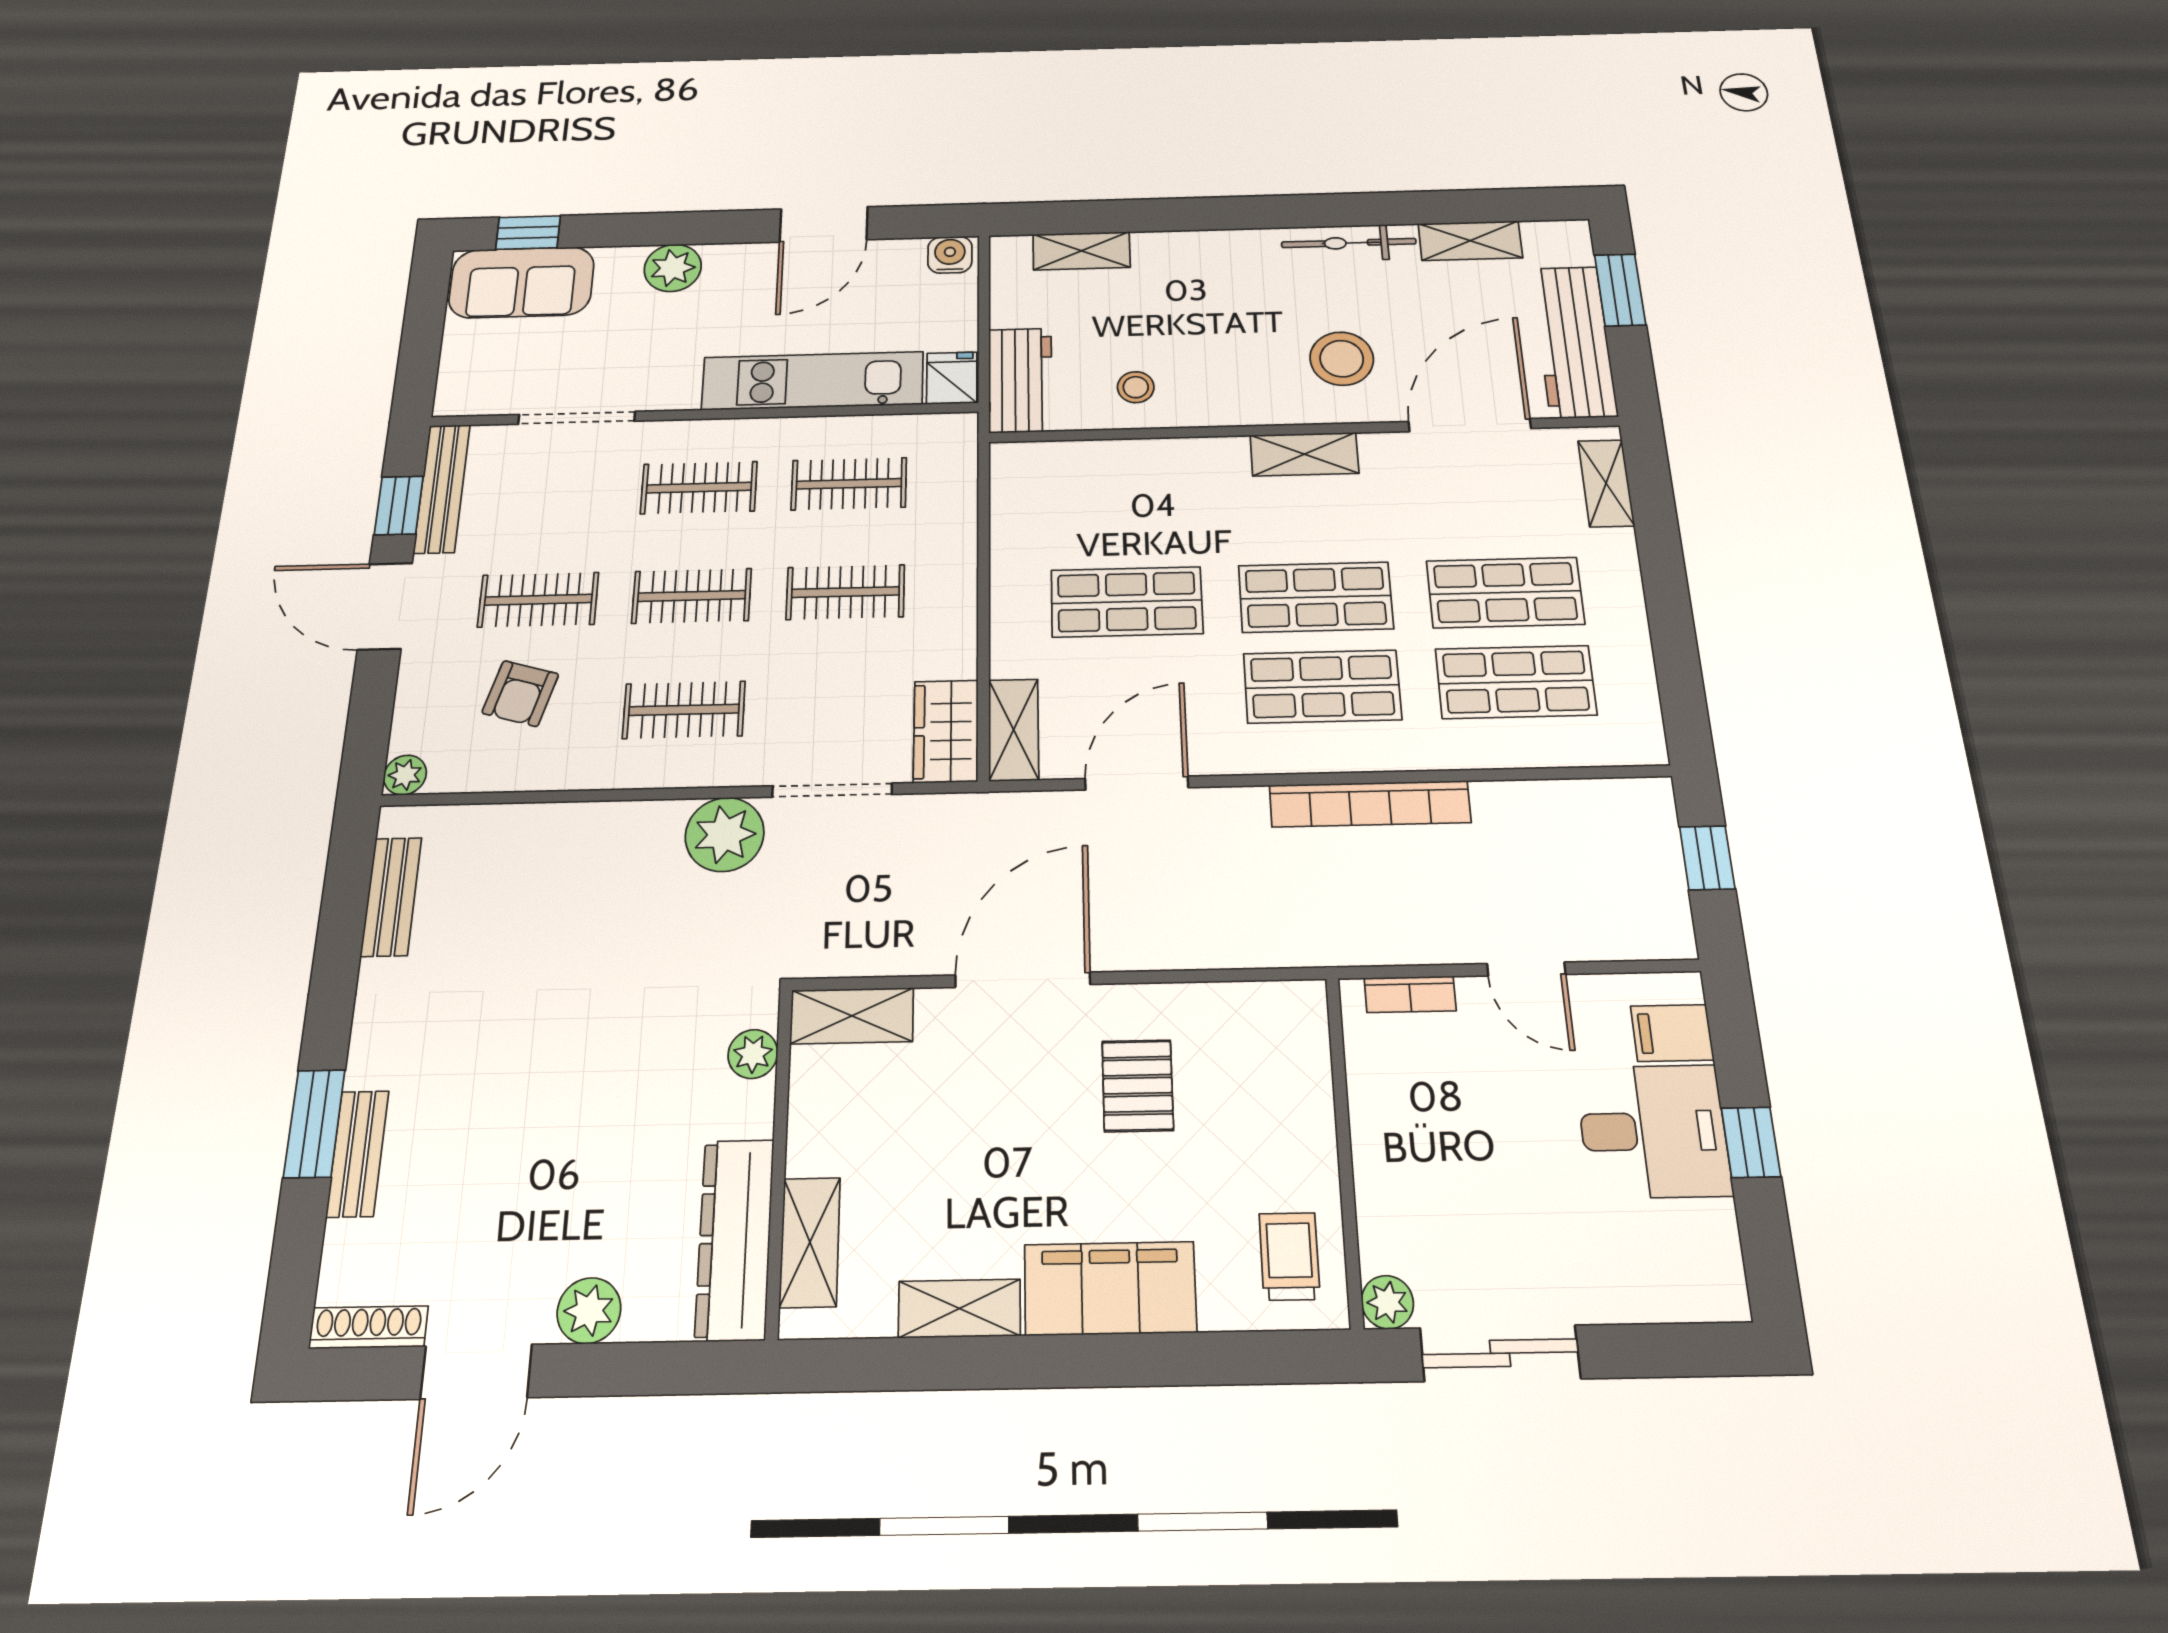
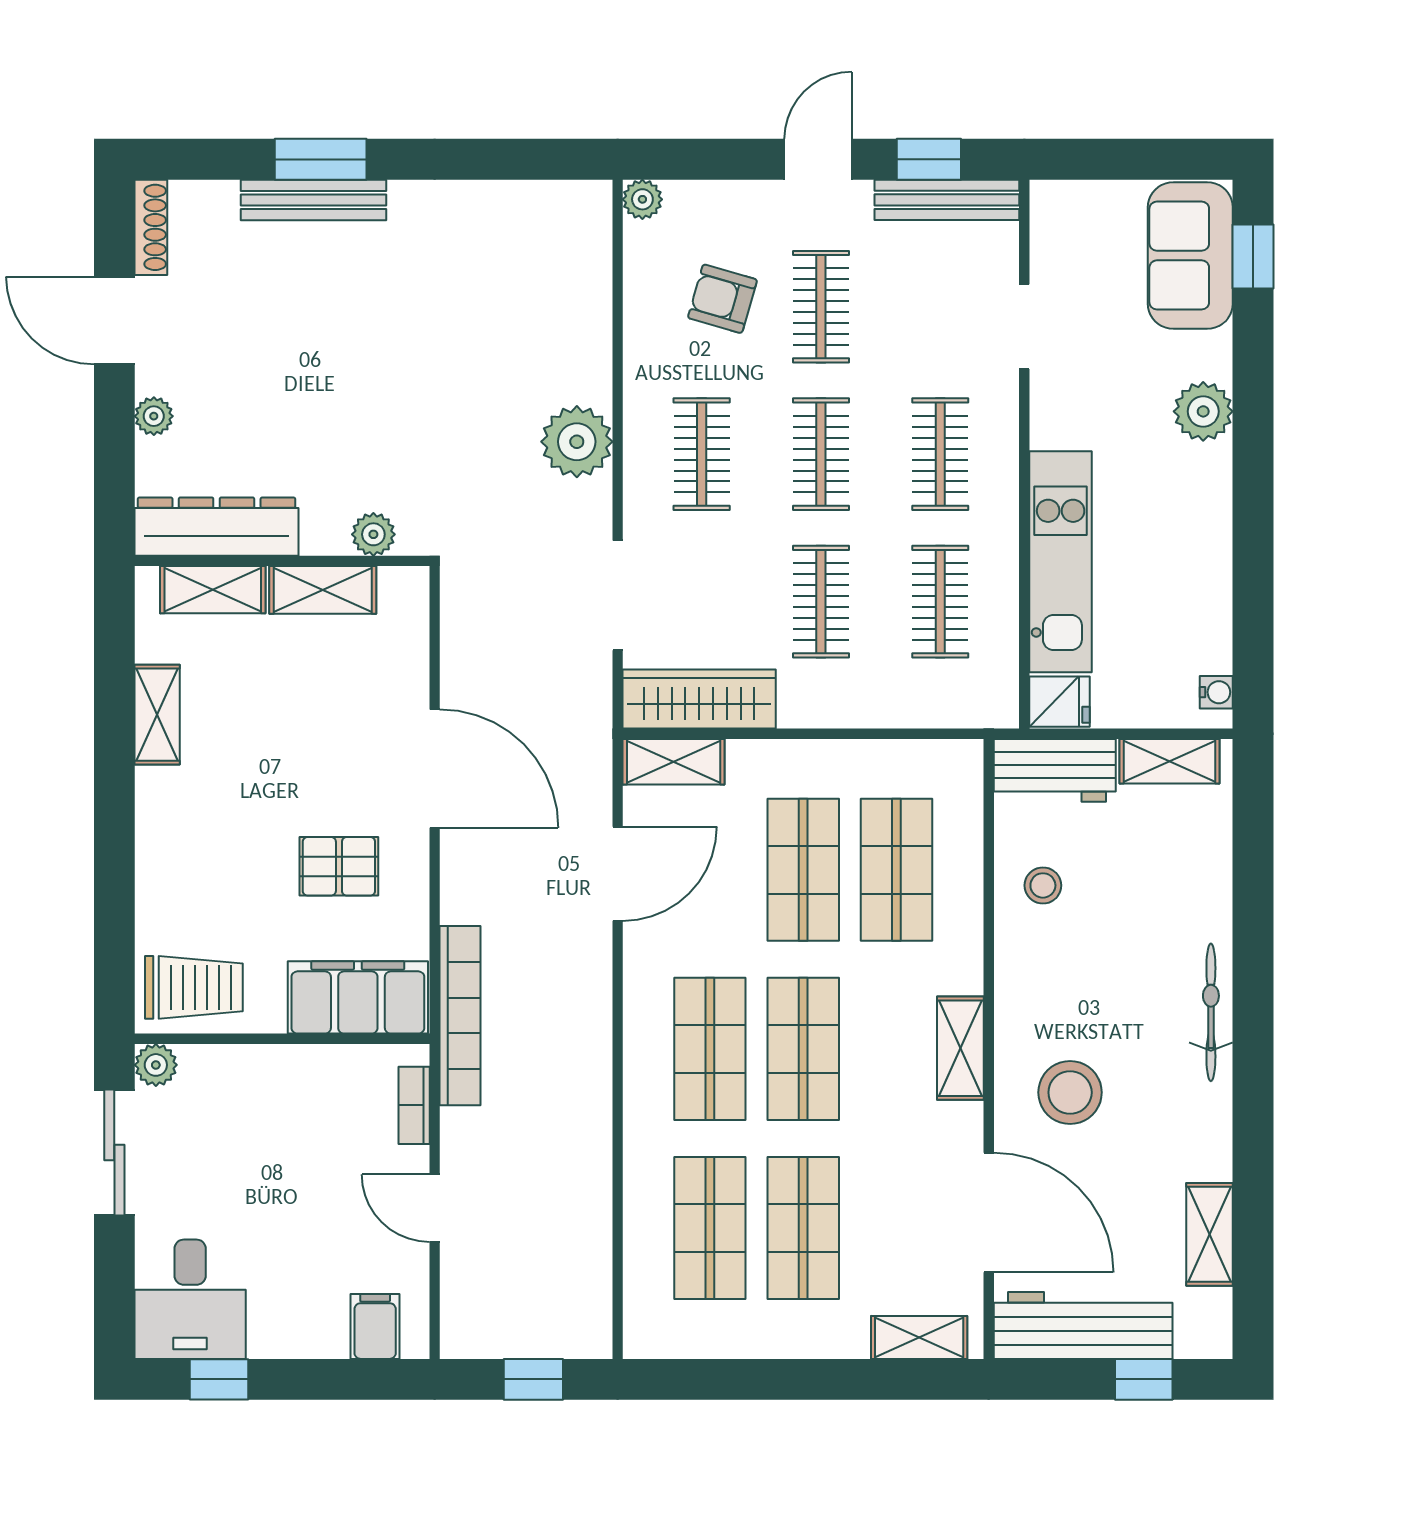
door: (824, 224) -> (1253, 566), removed
bicycle: (1349, 243) -> (1211, 1012), moved
shelving: (1081, 251) -> (1170, 761), moved, turned 90
water cooler: (950, 255) -> (1216, 692), width x0.72, depth x0.72
window: (1620, 290) -> (1144, 1379), width x0.67
doorway: (577, 418) -> (1024, 327), width x0.73
shop shelf: (1124, 516) -> (896, 870), added
door: (385, 606) -> (818, 159), width x0.73
wardrobe: (946, 731) -> (699, 699), width x1.50
door: (1137, 783) -> (618, 874), hinge flipped
bookcase: (1370, 804) -> (460, 1016), moved, turned 180
plant: (725, 834) -> (577, 442), moved
bench: (391, 897) -> (524, 201), removed
door: (1526, 969) -> (435, 1208), hinge flipped
shelving: (852, 1016) -> (323, 590), moved, turned 90
desk: (1653, 1131) -> (190, 1299), moved
window: (1751, 1142) -> (219, 1379), moved
bench: (358, 1154) -> (313, 200), width x1.36
trolley: (1289, 1256) -> (194, 987), width x1.36, depth x1.39
filing cabinet: (1110, 1288) -> (358, 997), moved, turned -90
plant: (589, 1311) -> (154, 416), width x0.73, depth x0.73

